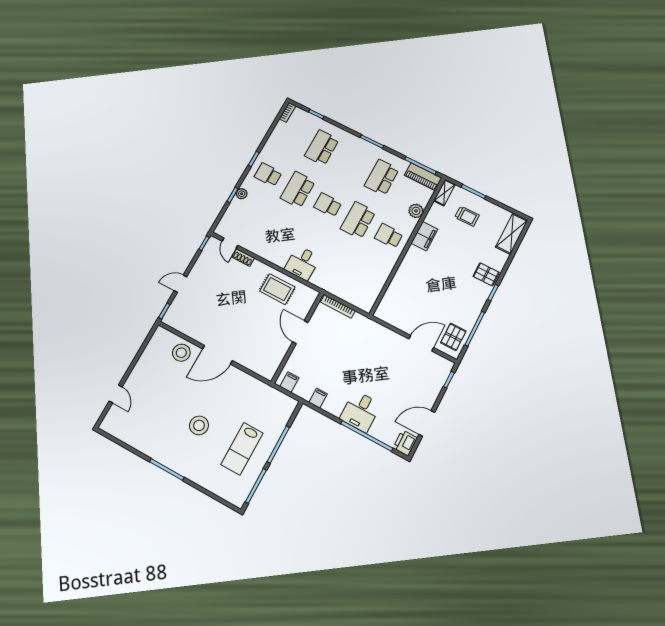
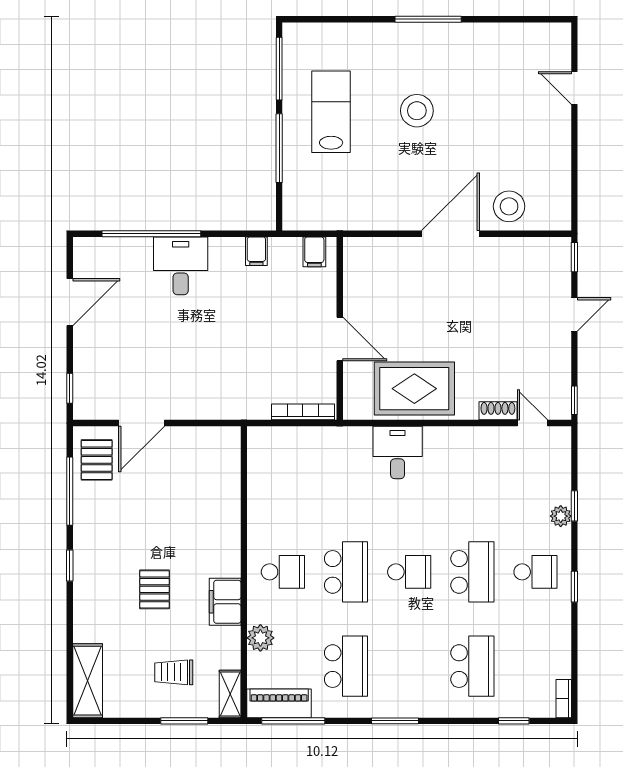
pallet: (486, 274) -> (155, 589), moved, turned 90
rug: (277, 289) -> (414, 389), width x1.36, depth x1.43
printer: (405, 443) -> (88, 255), removed

